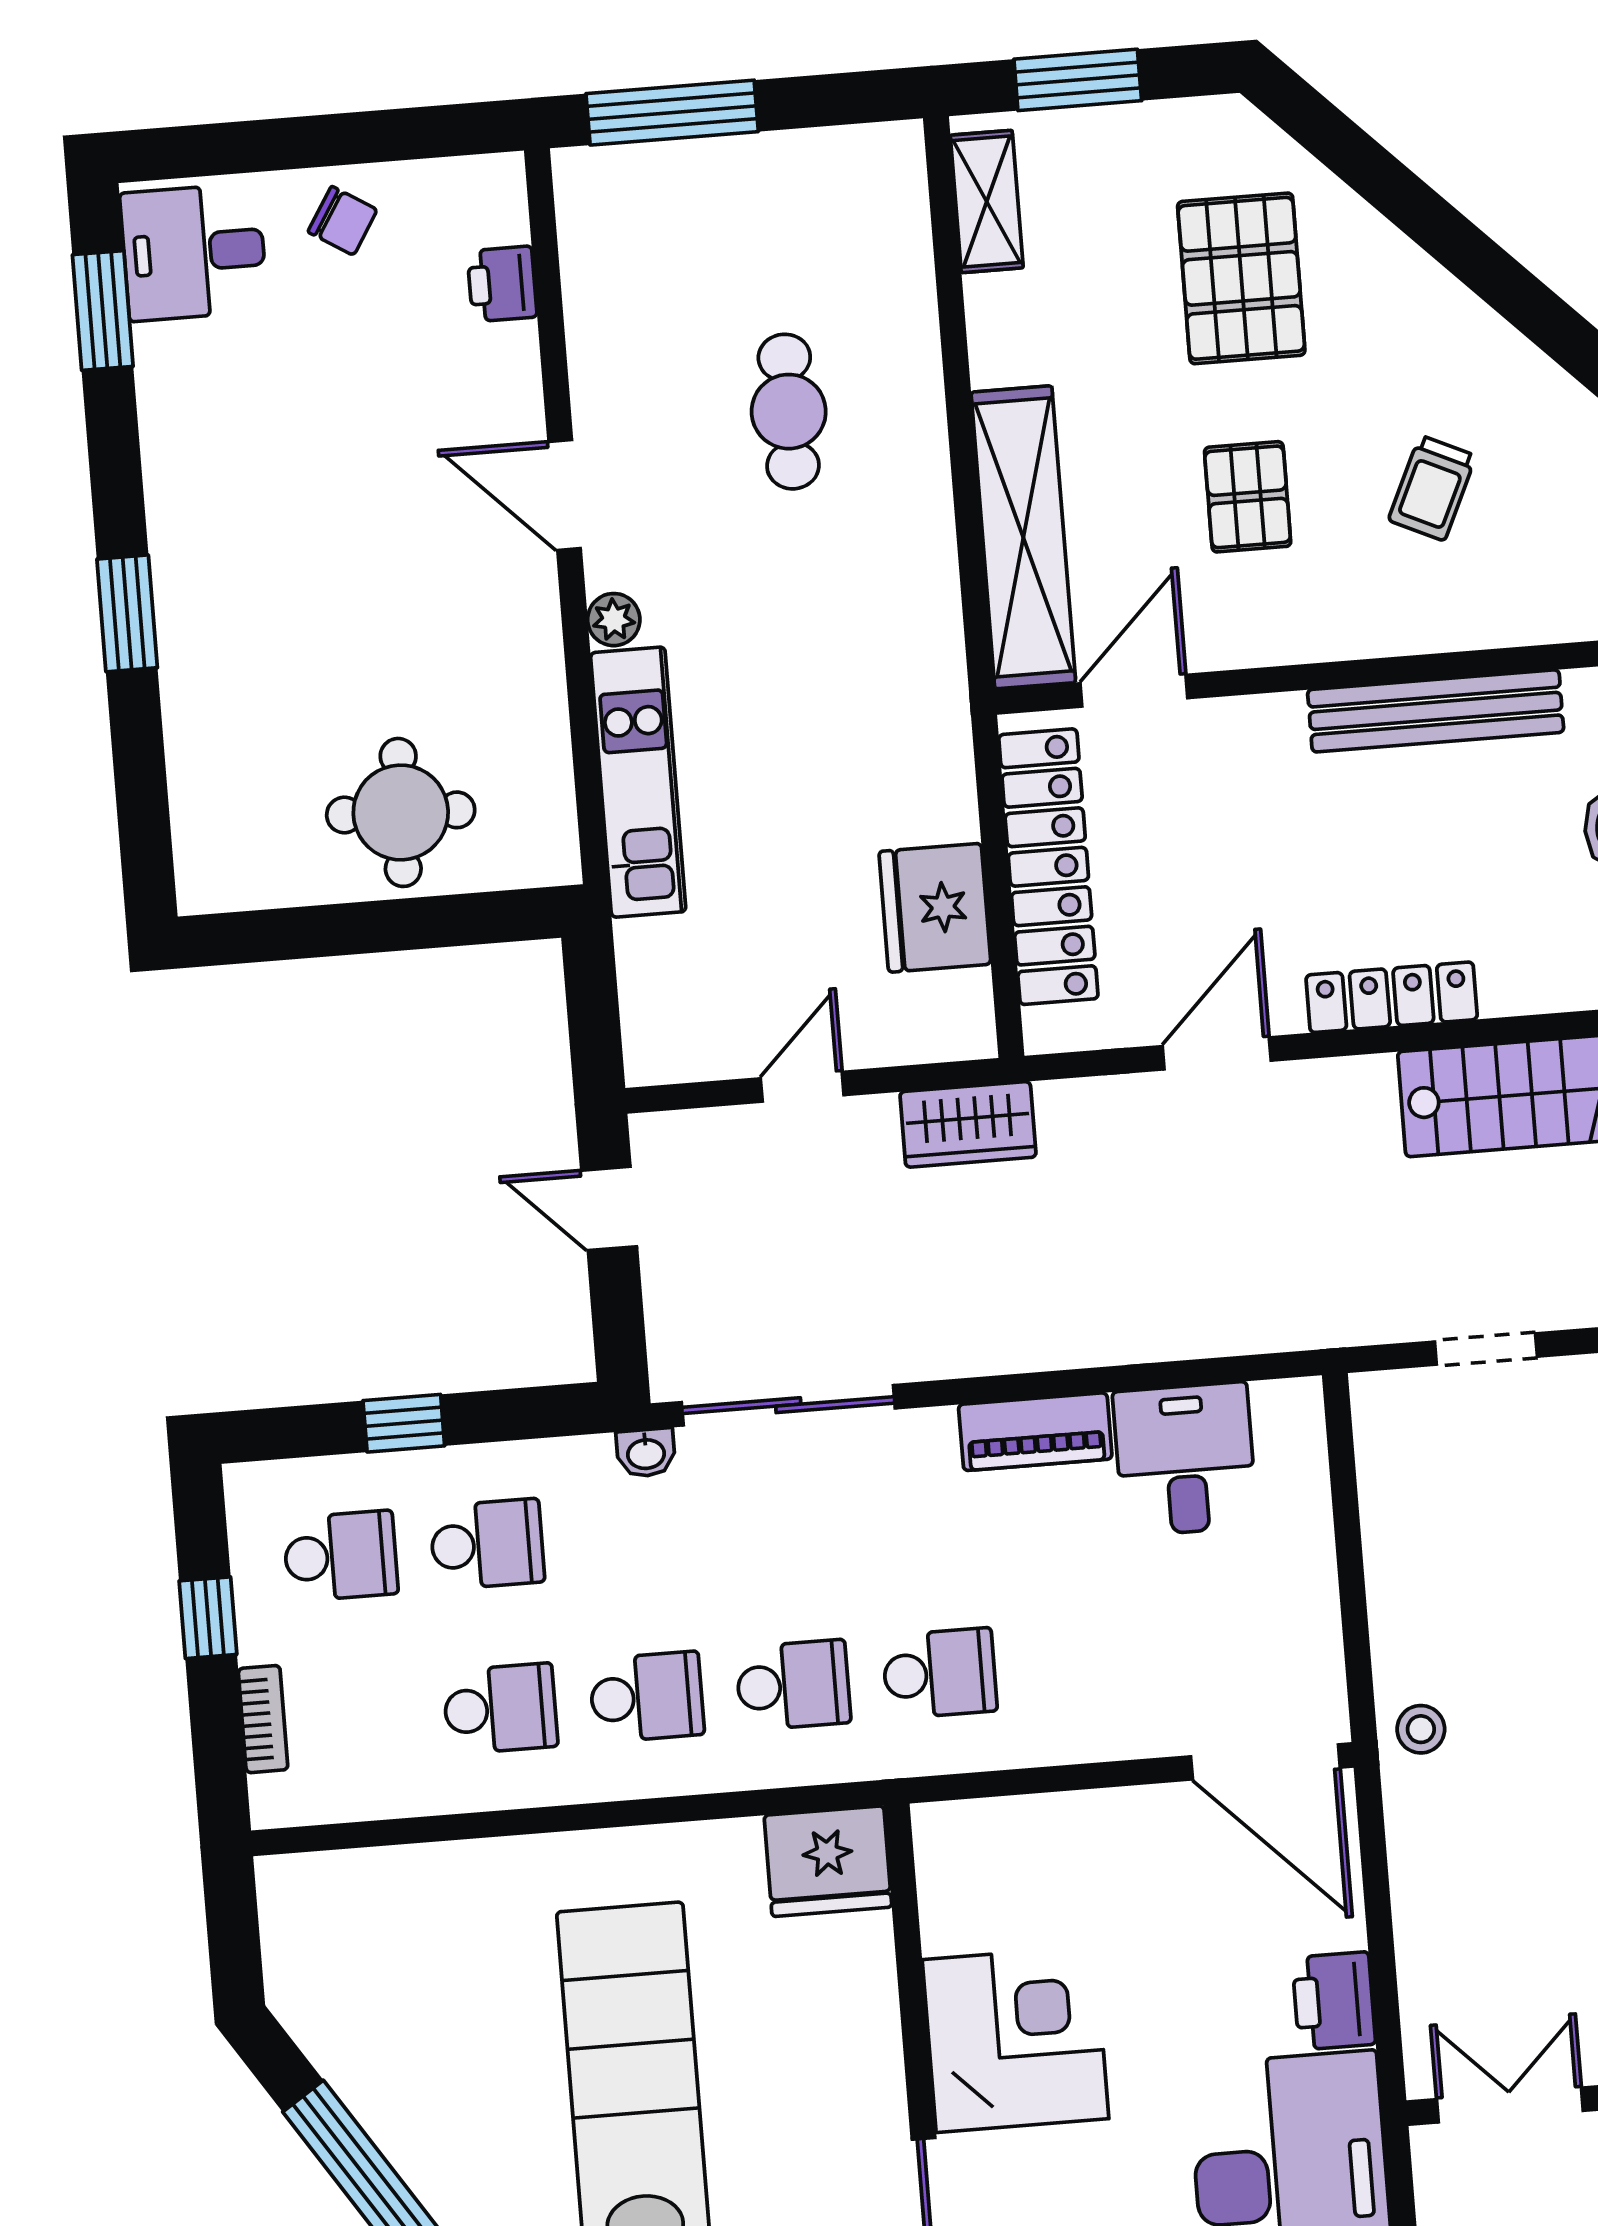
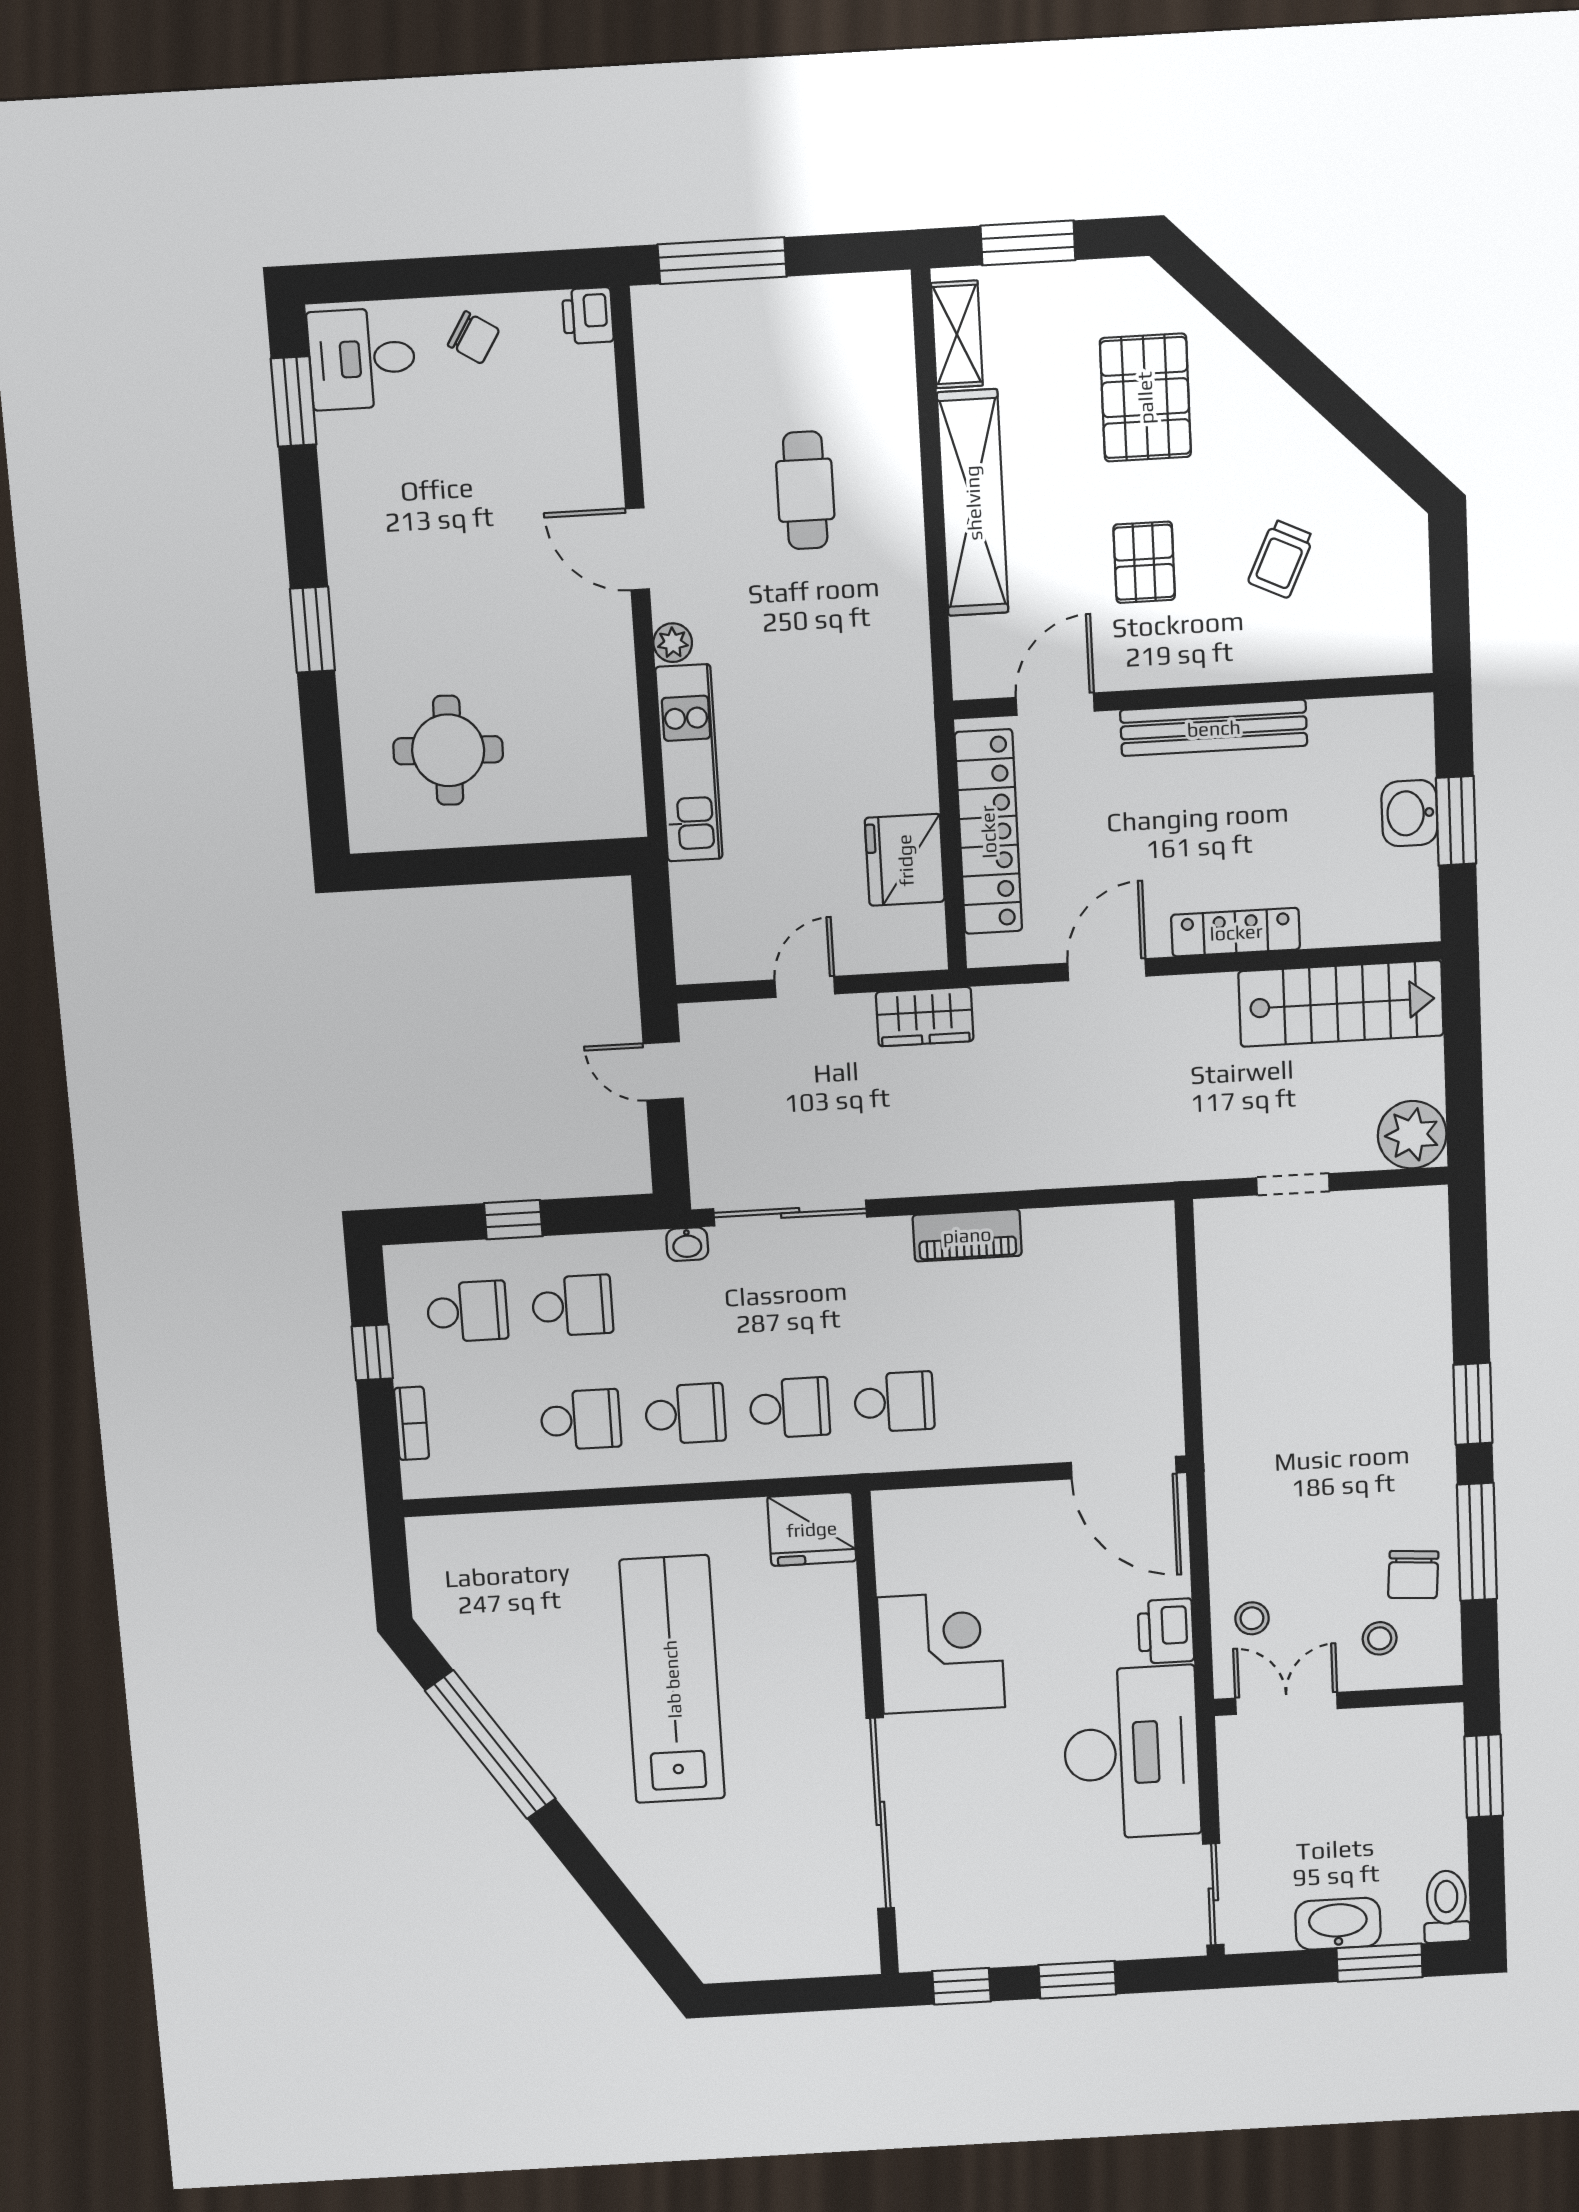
printer: (502, 284) -> (588, 316), moved
shelving: (1023, 537) -> (973, 503), moved
bench: (1436, 711) -> (1214, 728), moved
round table: (401, 812) -> (448, 750), moved
desk: (1185, 1459) -> (1074, 1257), removed
stool: (1421, 1729) -> (1252, 1618), moved

